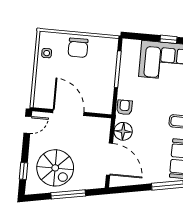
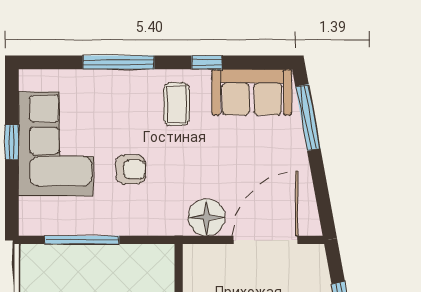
armchair: (125, 107) -> (131, 169), moved, turned 180

